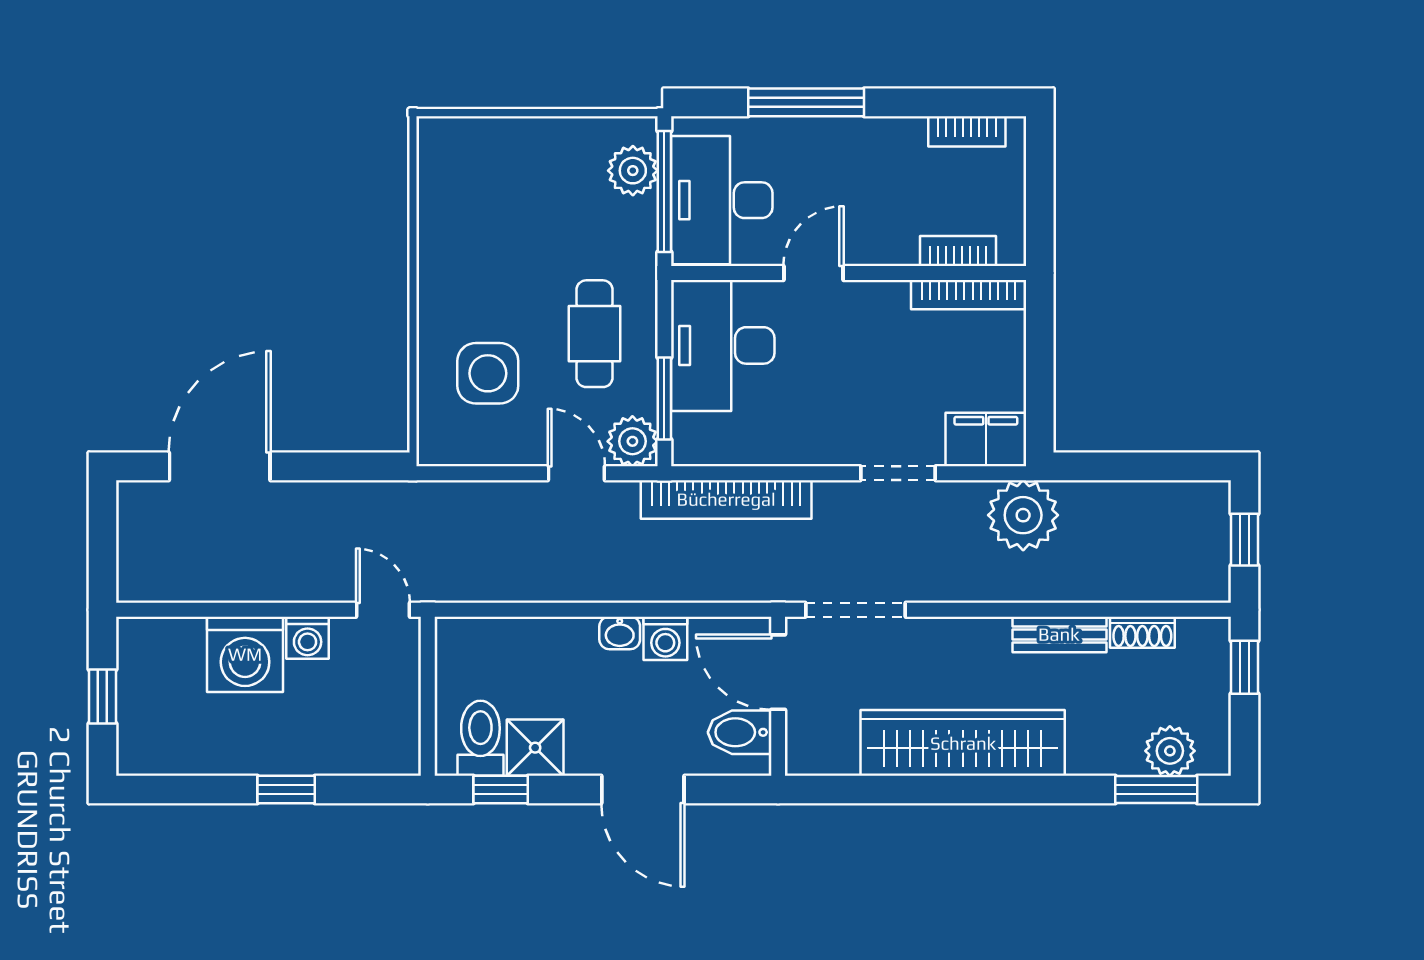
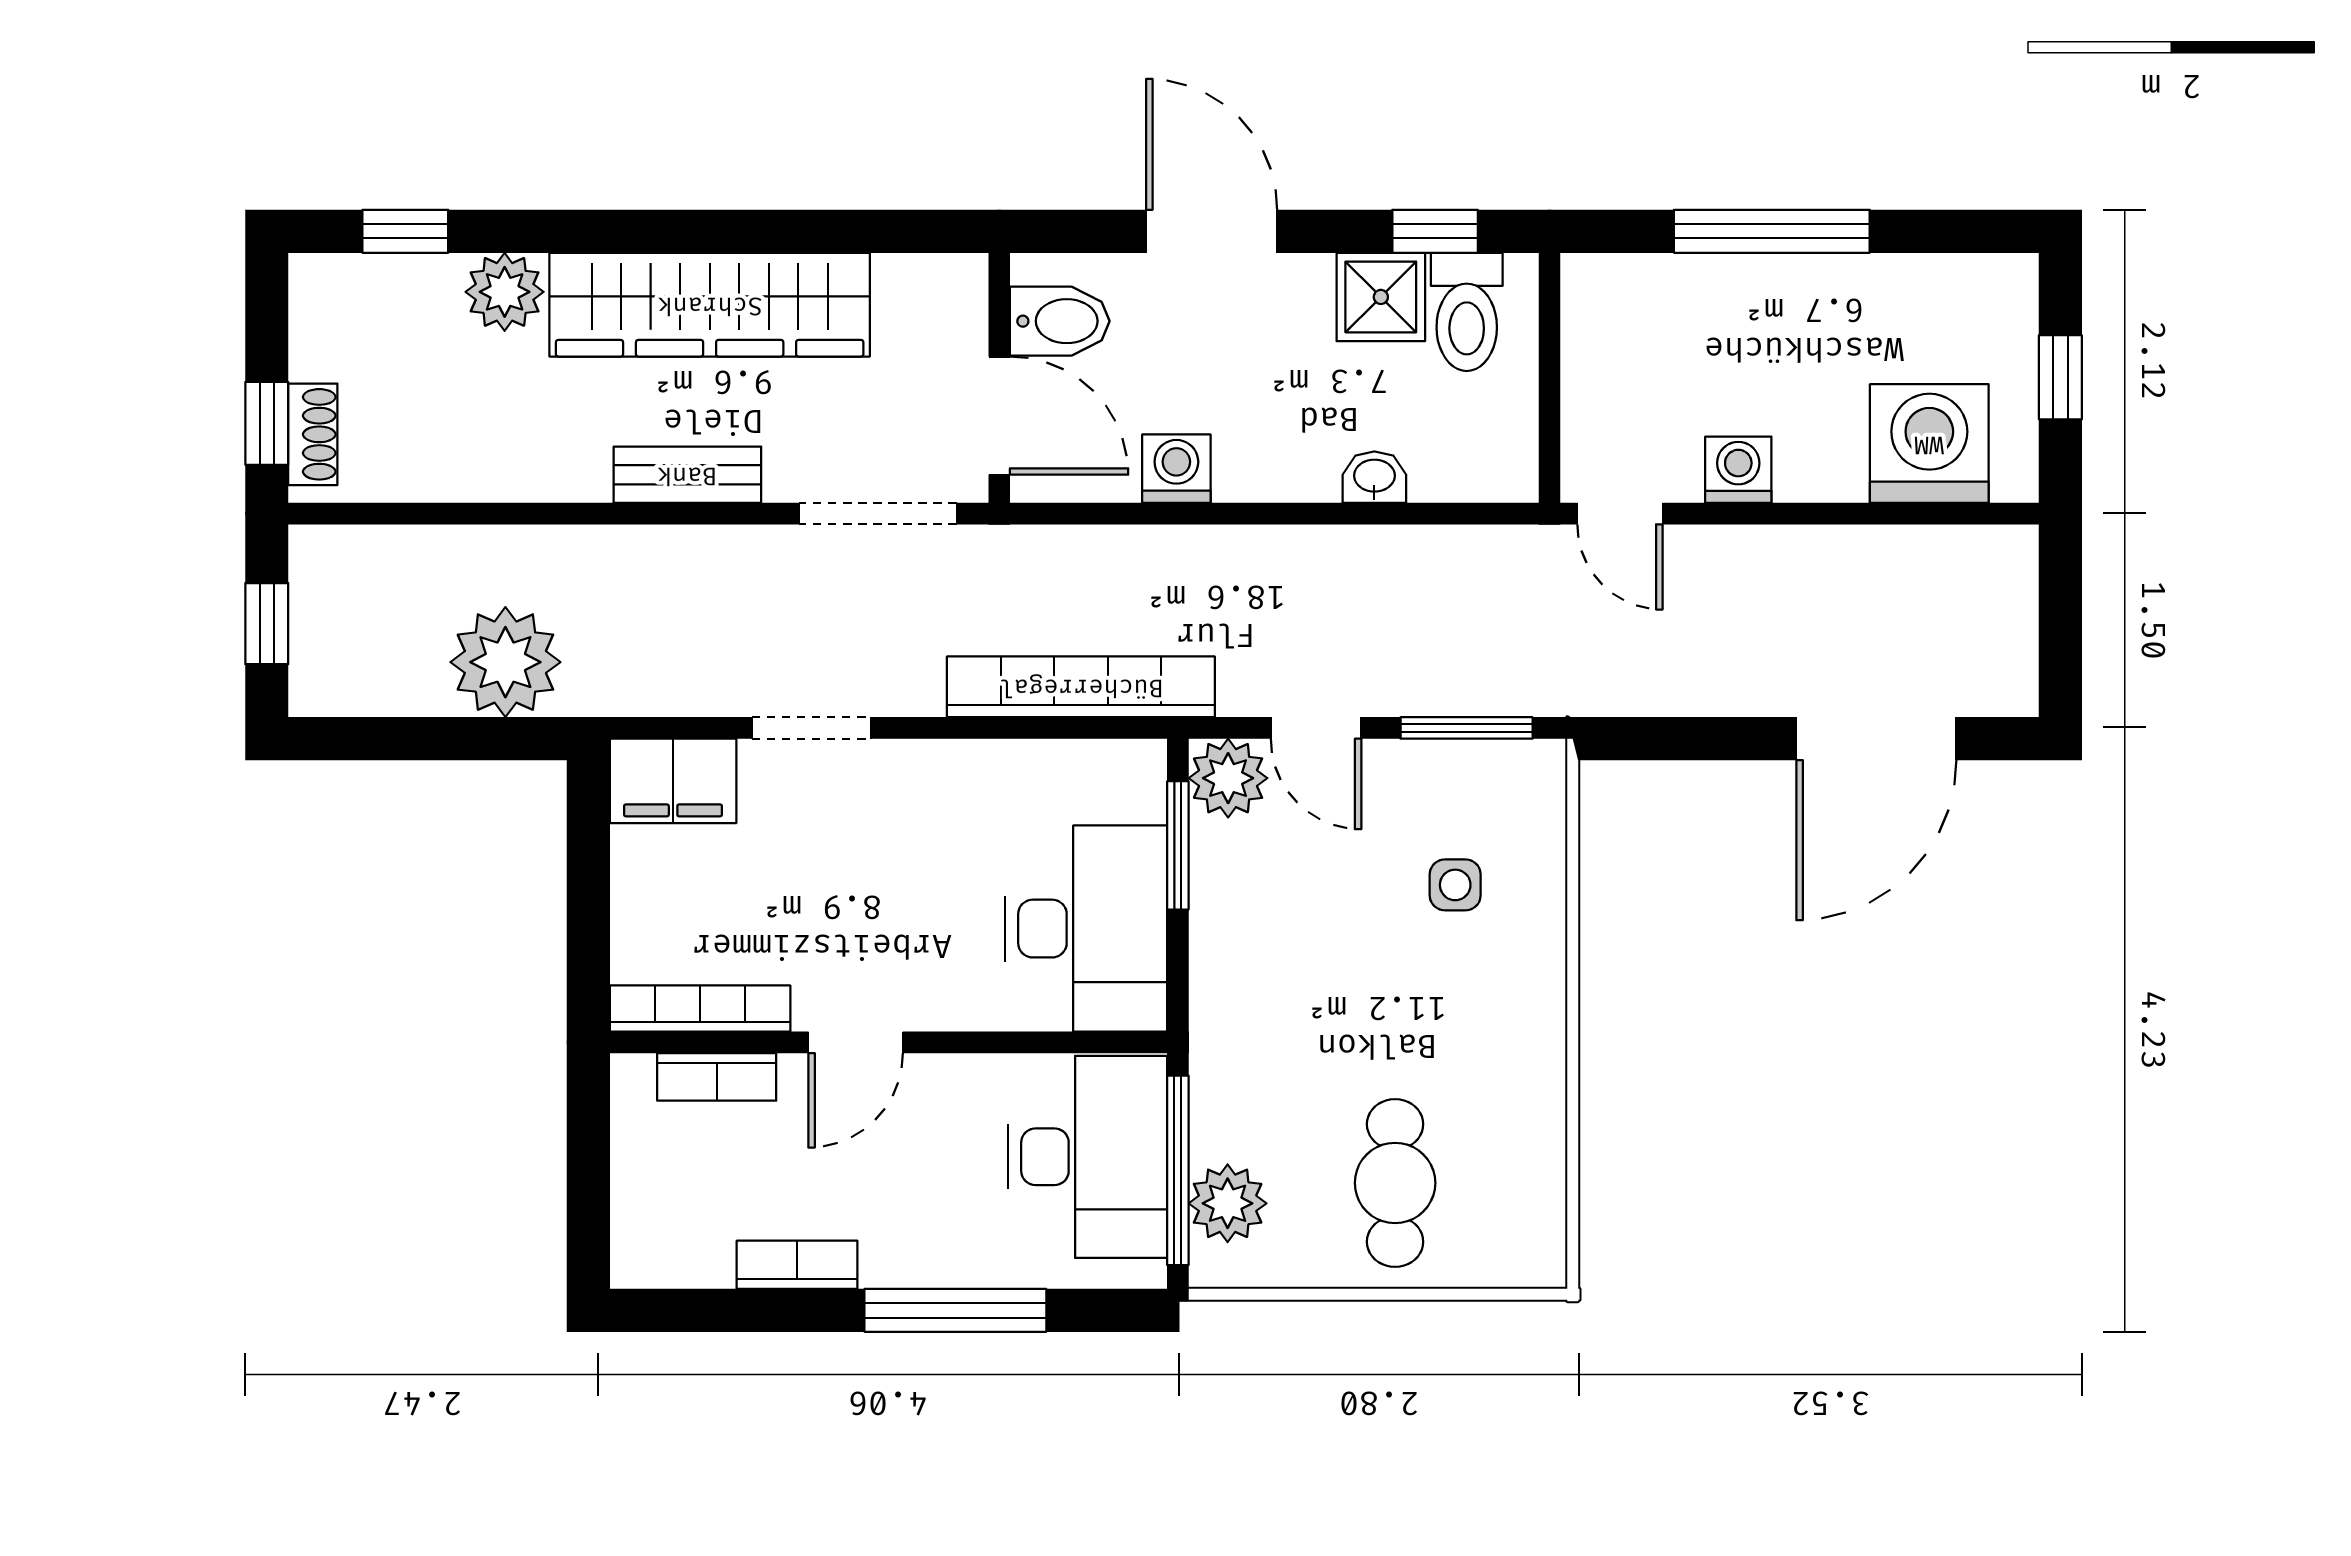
bookcase: (967, 131) -> (797, 1265), moved
door: (813, 273) -> (856, 1042), moved
cafe table: (595, 334) -> (1395, 1183), moved
side table: (488, 373) -> (1455, 885), width x0.54, depth x0.54
window: (481, 473) -> (1467, 728), added
plant: (1023, 515) -> (505, 662), moved
shoe rack: (1142, 632) -> (313, 434), moved, turned 90
washbasin: (620, 633) -> (1374, 477), moved
bench: (1059, 634) -> (687, 475), moved
washing machine: (245, 654) -> (1929, 444), moved
plant: (1170, 751) -> (505, 292), moved
window: (286, 789) -> (1772, 231), width x2.17
window: (1156, 789) -> (405, 231), width x0.67

